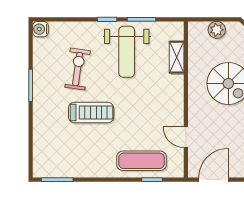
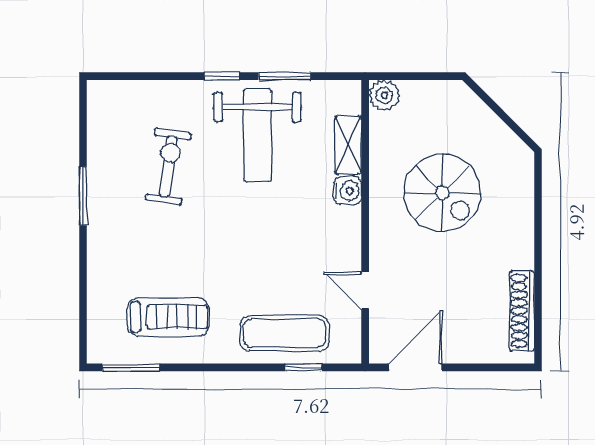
water cooler: (40, 29) -> (347, 191), moved, turned 180
plant: (217, 30) -> (384, 95), moved
treadmill: (91, 113) -> (168, 317), moved

